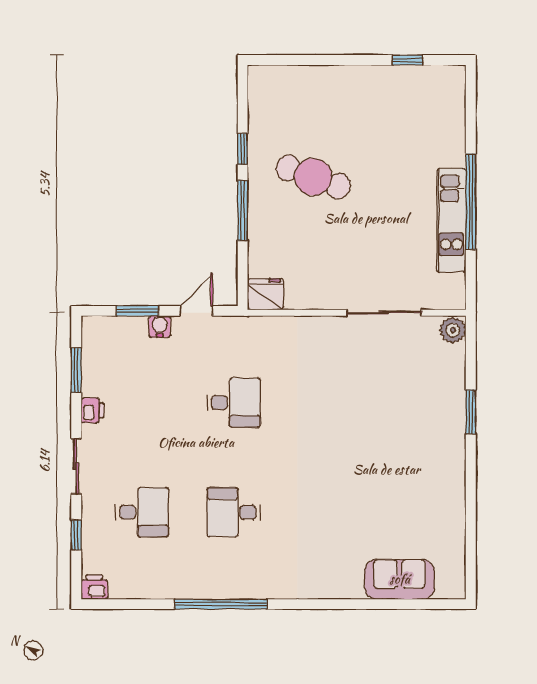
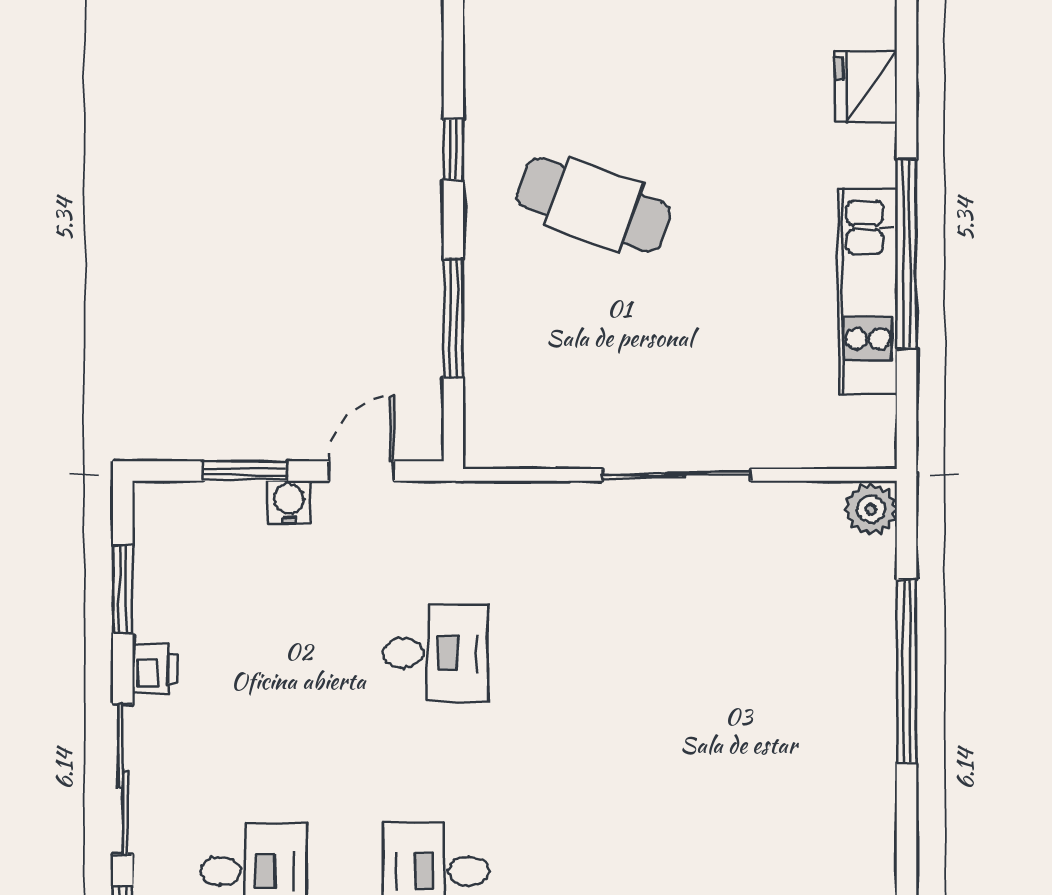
window: (243, 211) -> (453, 318), moved
fridge: (266, 294) -> (866, 87), moved, turned -90
sliding door: (384, 313) -> (676, 475), moved
window: (471, 412) -> (907, 671), width x2.11
sliding door: (76, 466) -> (123, 779), width x1.37

